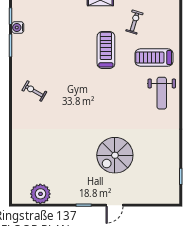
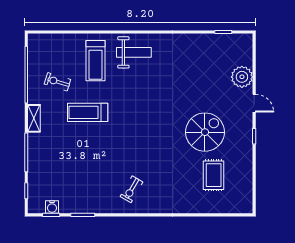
water cooler: (18, 27) -> (52, 207), moved
spiral stairs: (115, 155) -> (205, 132), moved, turned -90
rug: (47, 167) -> (214, 175), added
plant: (40, 194) -> (242, 77), moved

